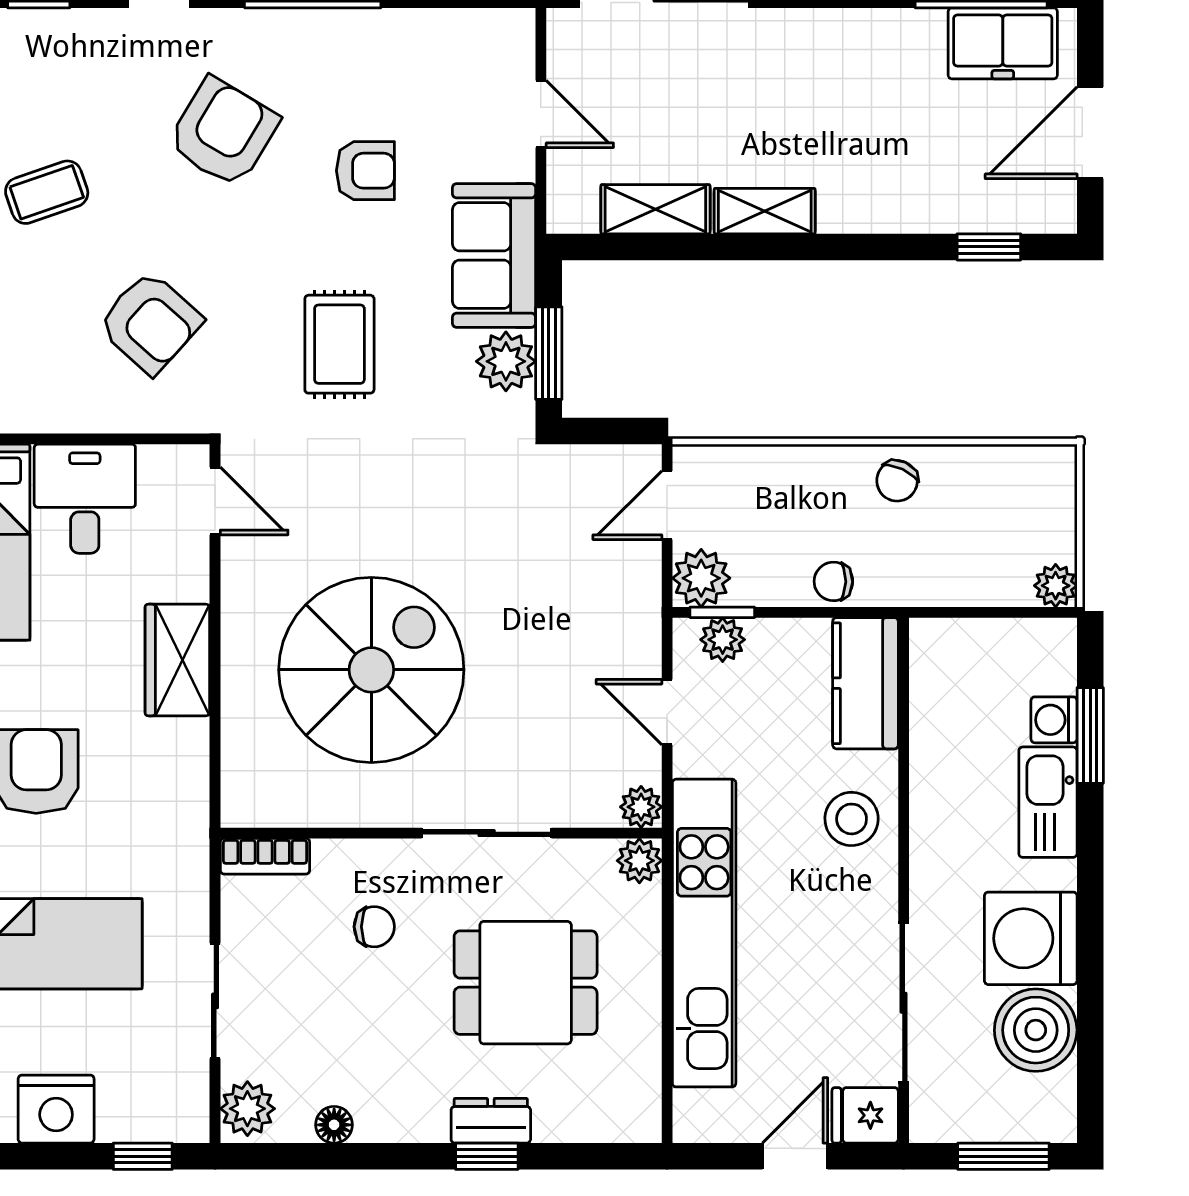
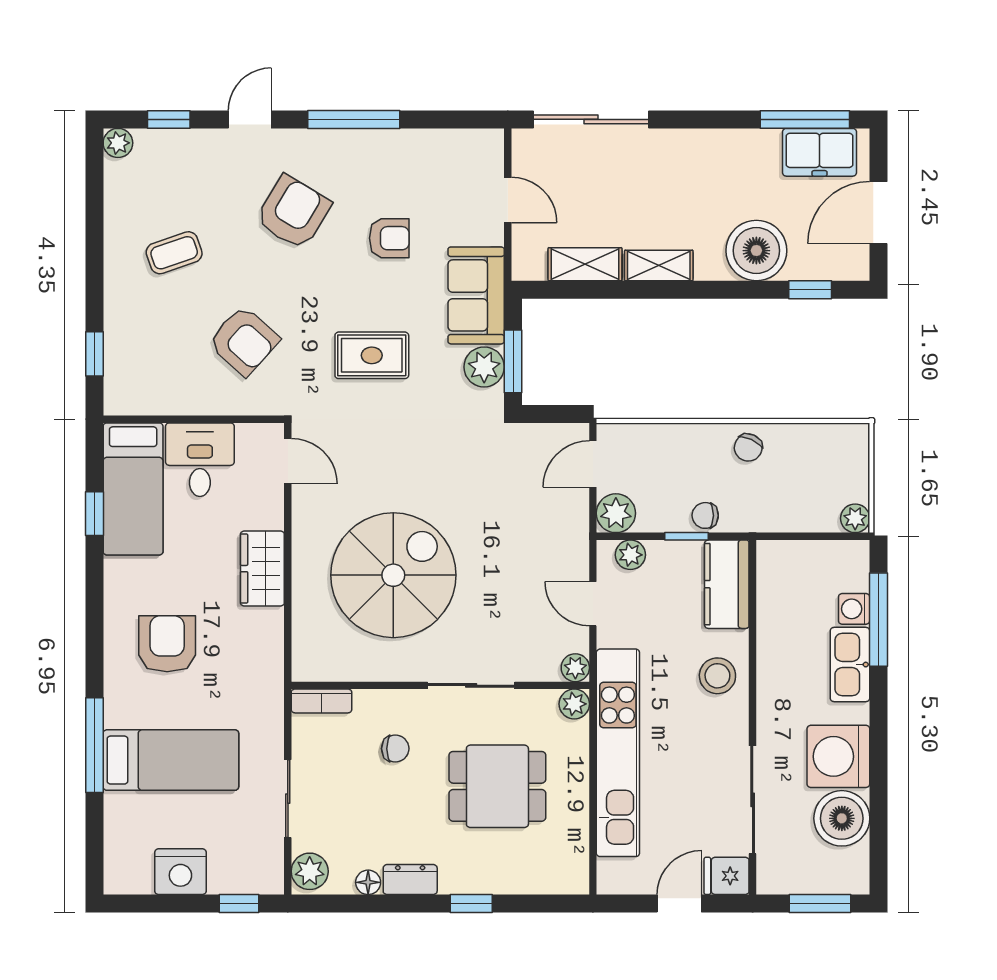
boiler: (909, 189) -> (756, 251), added
rug: (339, 344) -> (372, 355), turned 90
window: (722, 612) -> (686, 536), moved
window: (1090, 736) -> (878, 620), width x1.44
dresser: (491, 1121) -> (410, 880), moved

